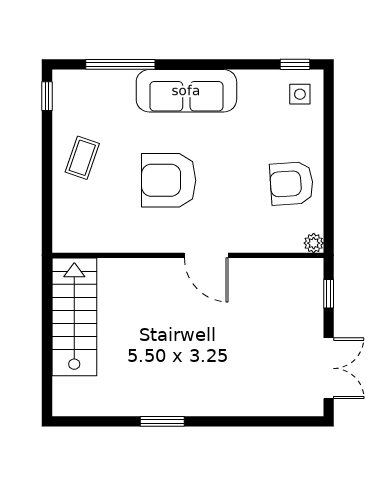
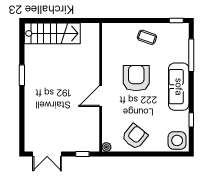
window: (295, 64) -> (191, 120), moved
side table: (300, 94) -> (177, 140), width x1.87, depth x1.87
armchair: (292, 183) -> (135, 136), turned 43
stairs: (74, 317) -> (52, 33), moved

